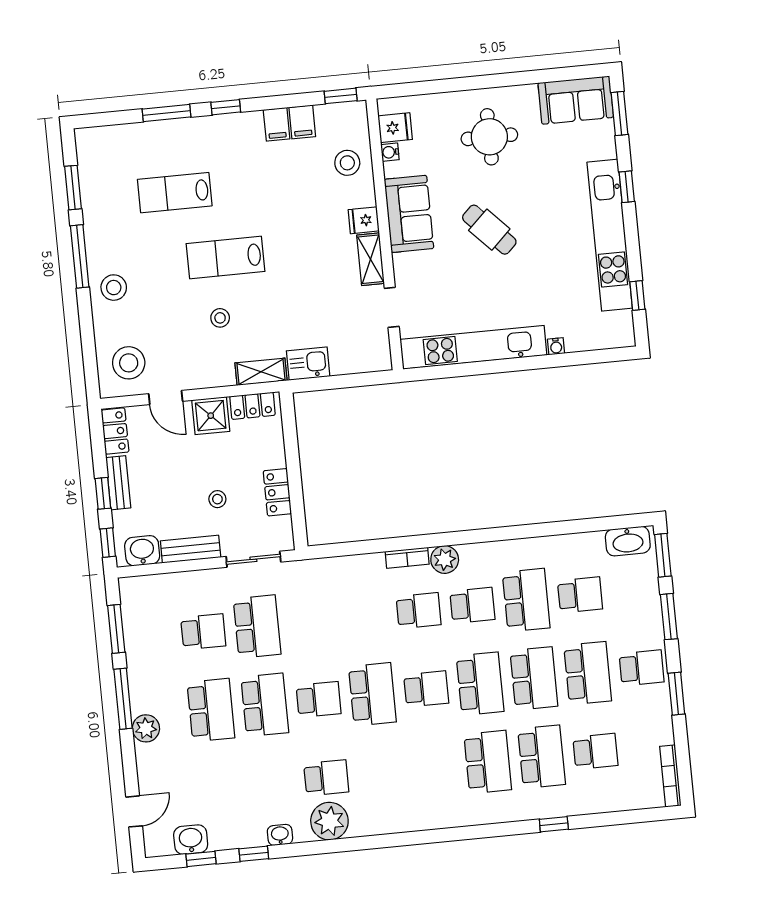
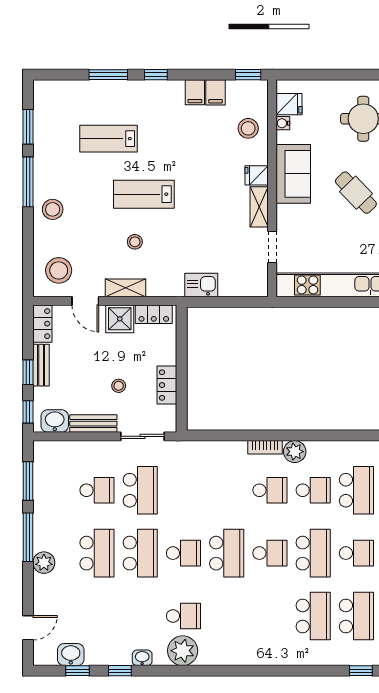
shelving: (261, 372) -> (126, 288), moved
school desk: (534, 678) -> (356, 553), width x0.54

